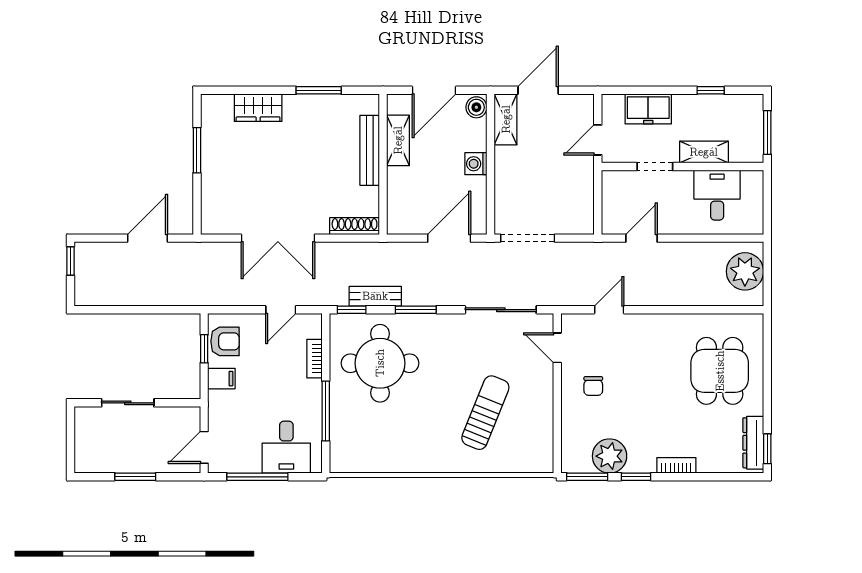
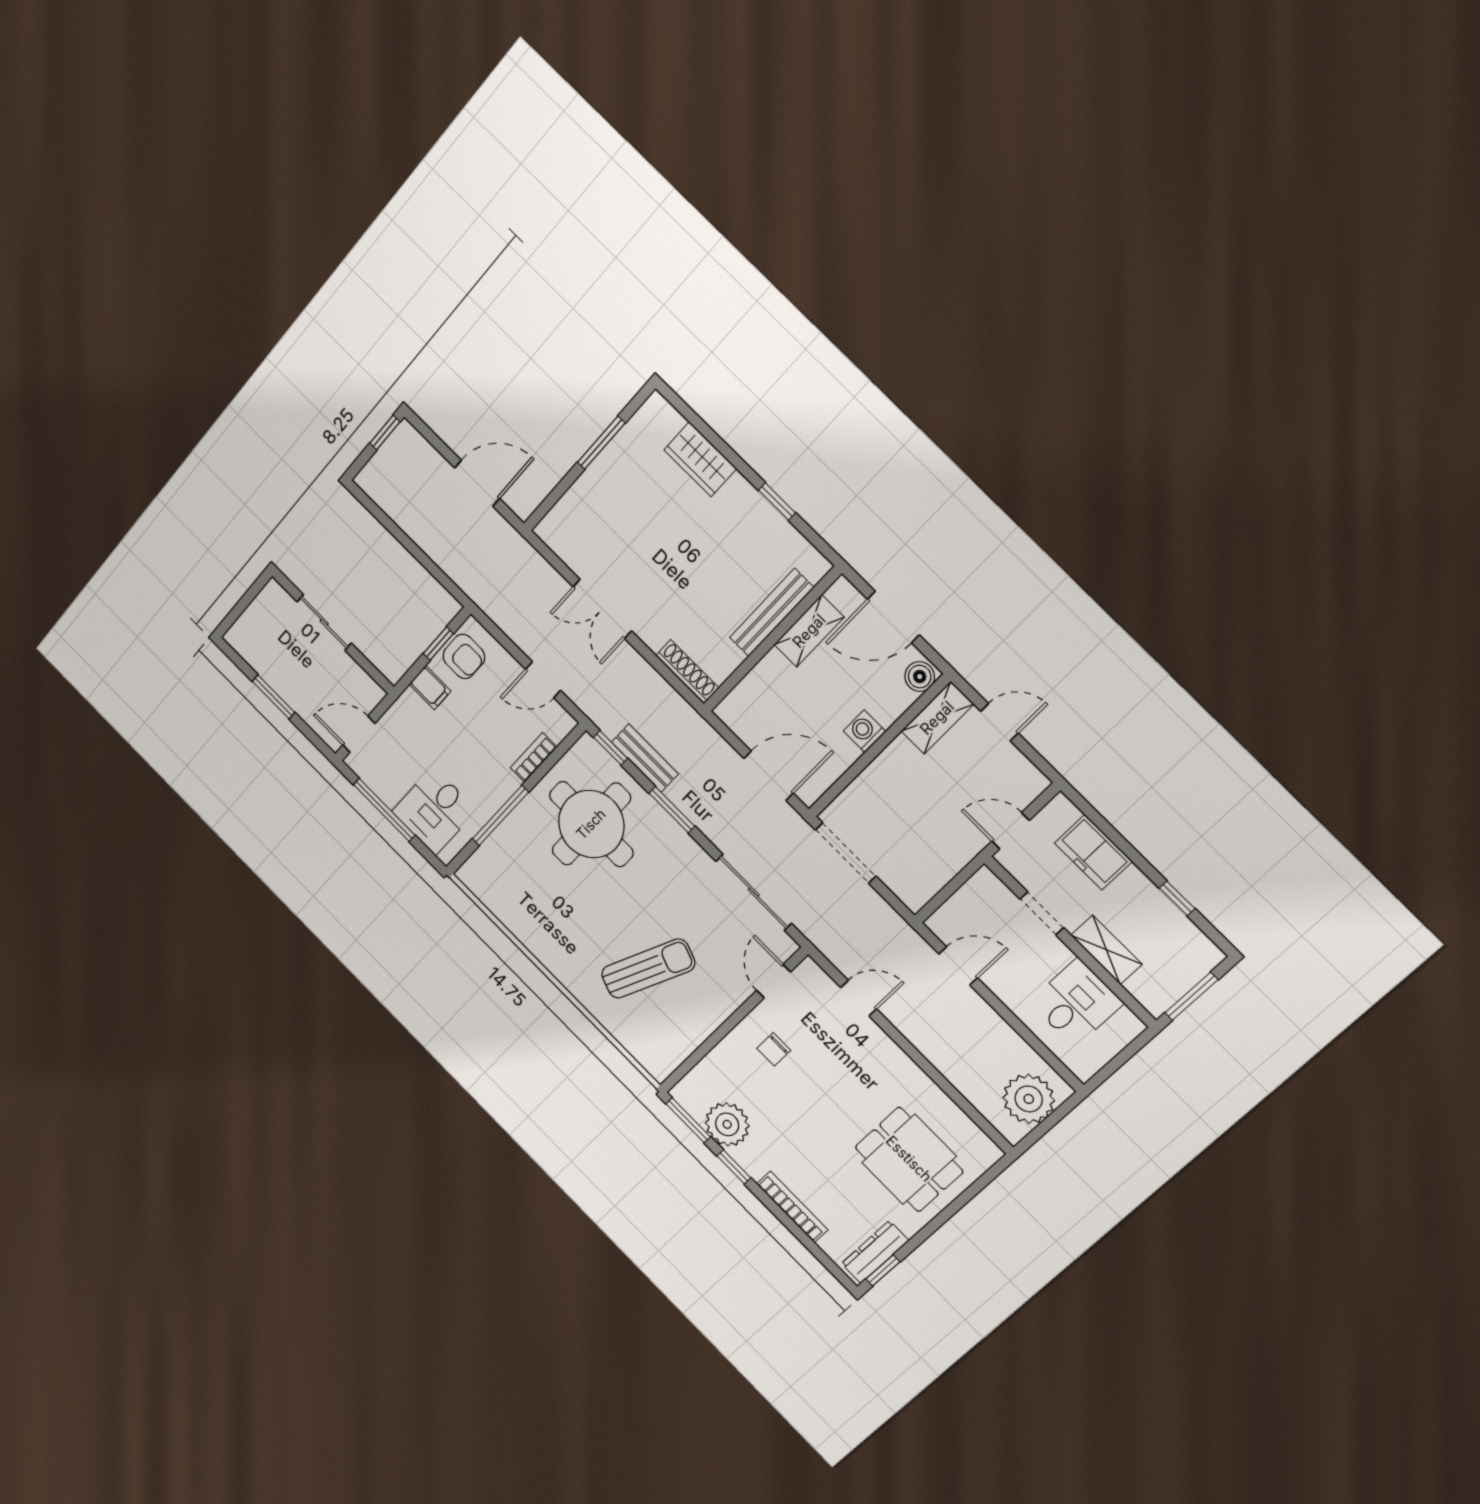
window: (319, 90) -> (777, 501), width x0.67
door: (538, 90) -> (999, 722), width x0.73
double door: (278, 238) -> (602, 609), width x0.73
dining table: (720, 371) -> (909, 1159), turned 90
bookcase: (676, 465) -> (792, 1207), width x1.56

